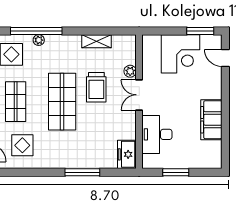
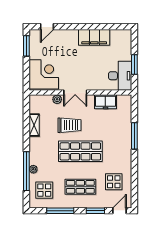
corner desk: (181, 54) -> (44, 74), moved
desk: (157, 134) -> (120, 76), moved, turned -90
freezer: (127, 154) -> (105, 102), moved

